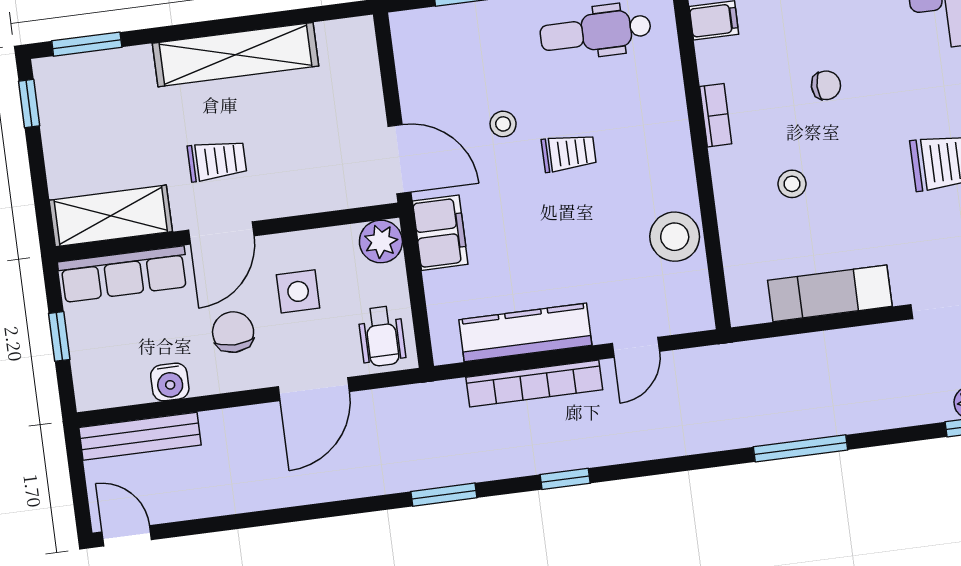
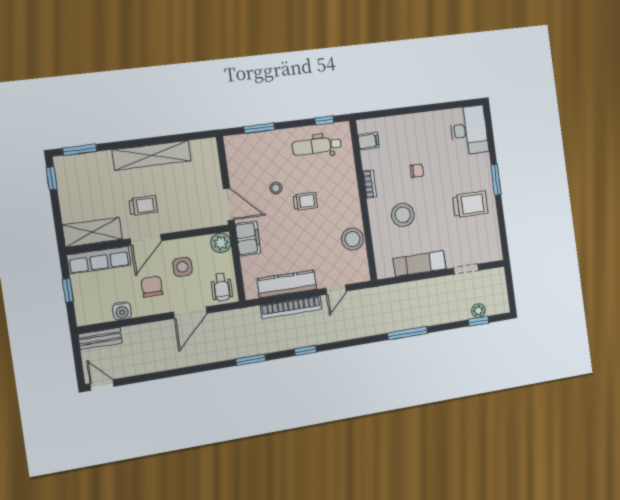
stool: (792, 184) -> (403, 215), width x1.89, depth x1.89
bench: (140, 436) -> (100, 338), width x0.73

